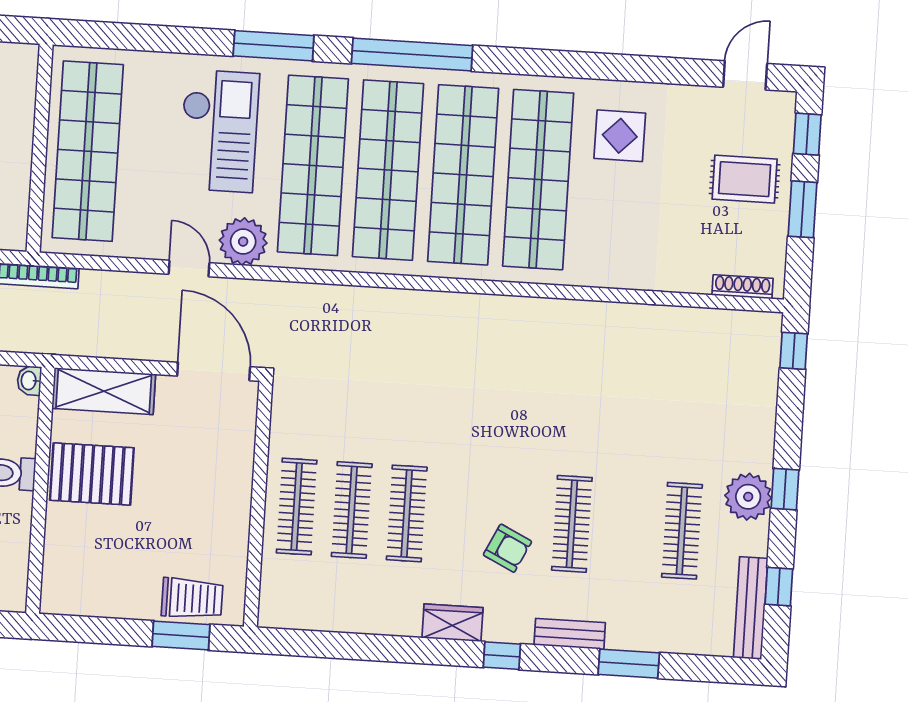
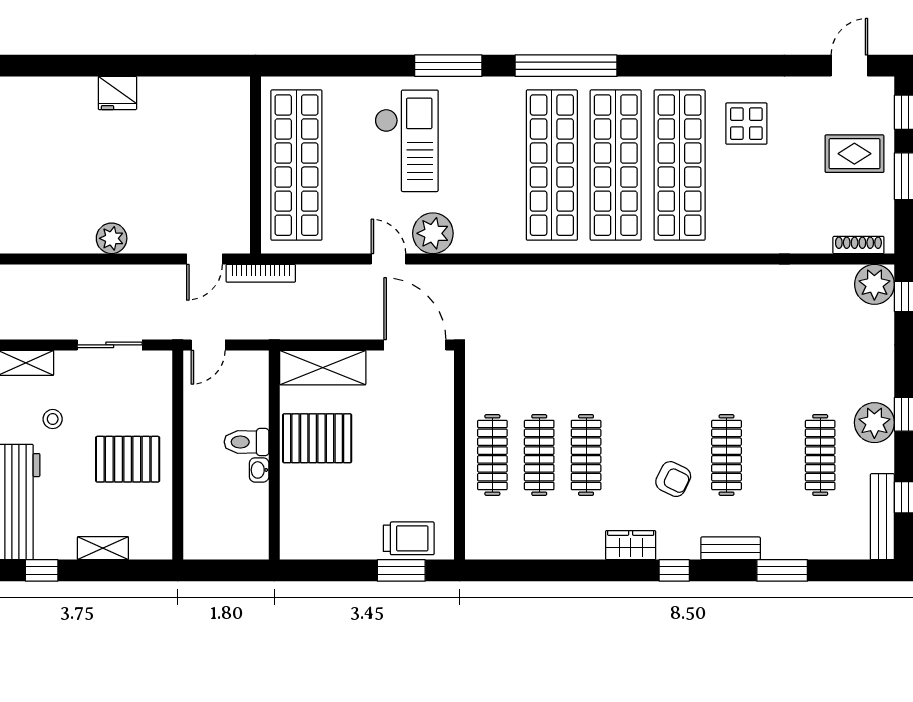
shop shelf: (313, 165) -> (488, 165), removed
plant: (758, 334) -> (874, 284), added
washbasin: (29, 381) -> (259, 470), moved

